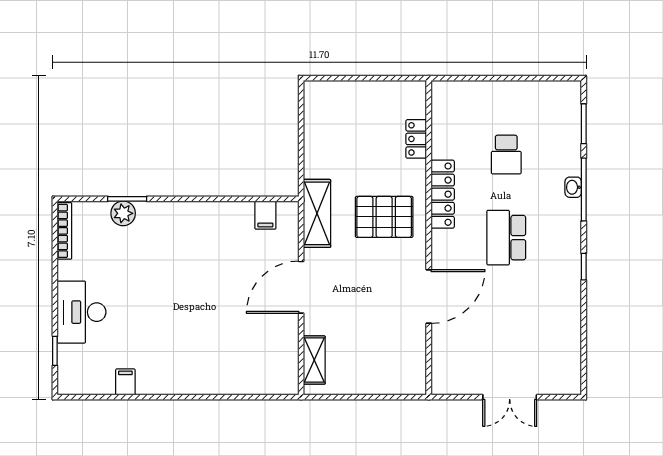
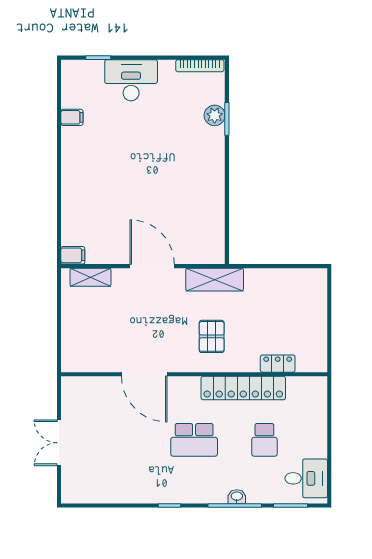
desk: (552, 105) -> (306, 478), added
school desk: (506, 155) -> (264, 440), turned -90
locker: (443, 194) -> (243, 388), width x1.41, depth x1.21
filing cabinet: (265, 215) -> (73, 255), moved, turned 180
pallet: (384, 217) -> (212, 336), width x0.67, depth x0.71
school desk: (506, 238) -> (194, 440), turned 180

